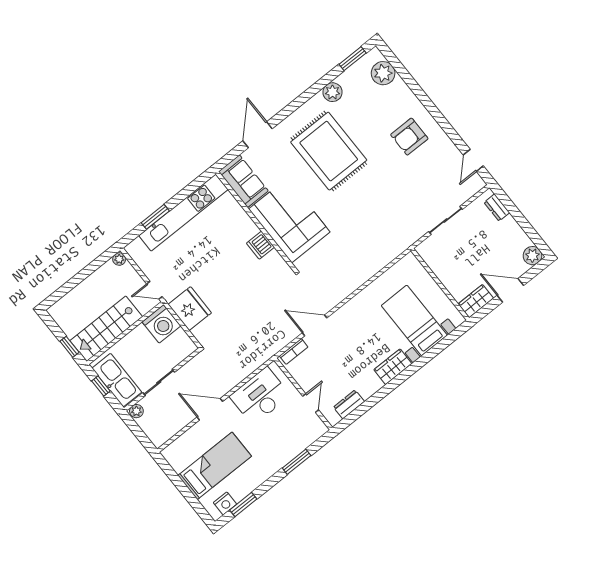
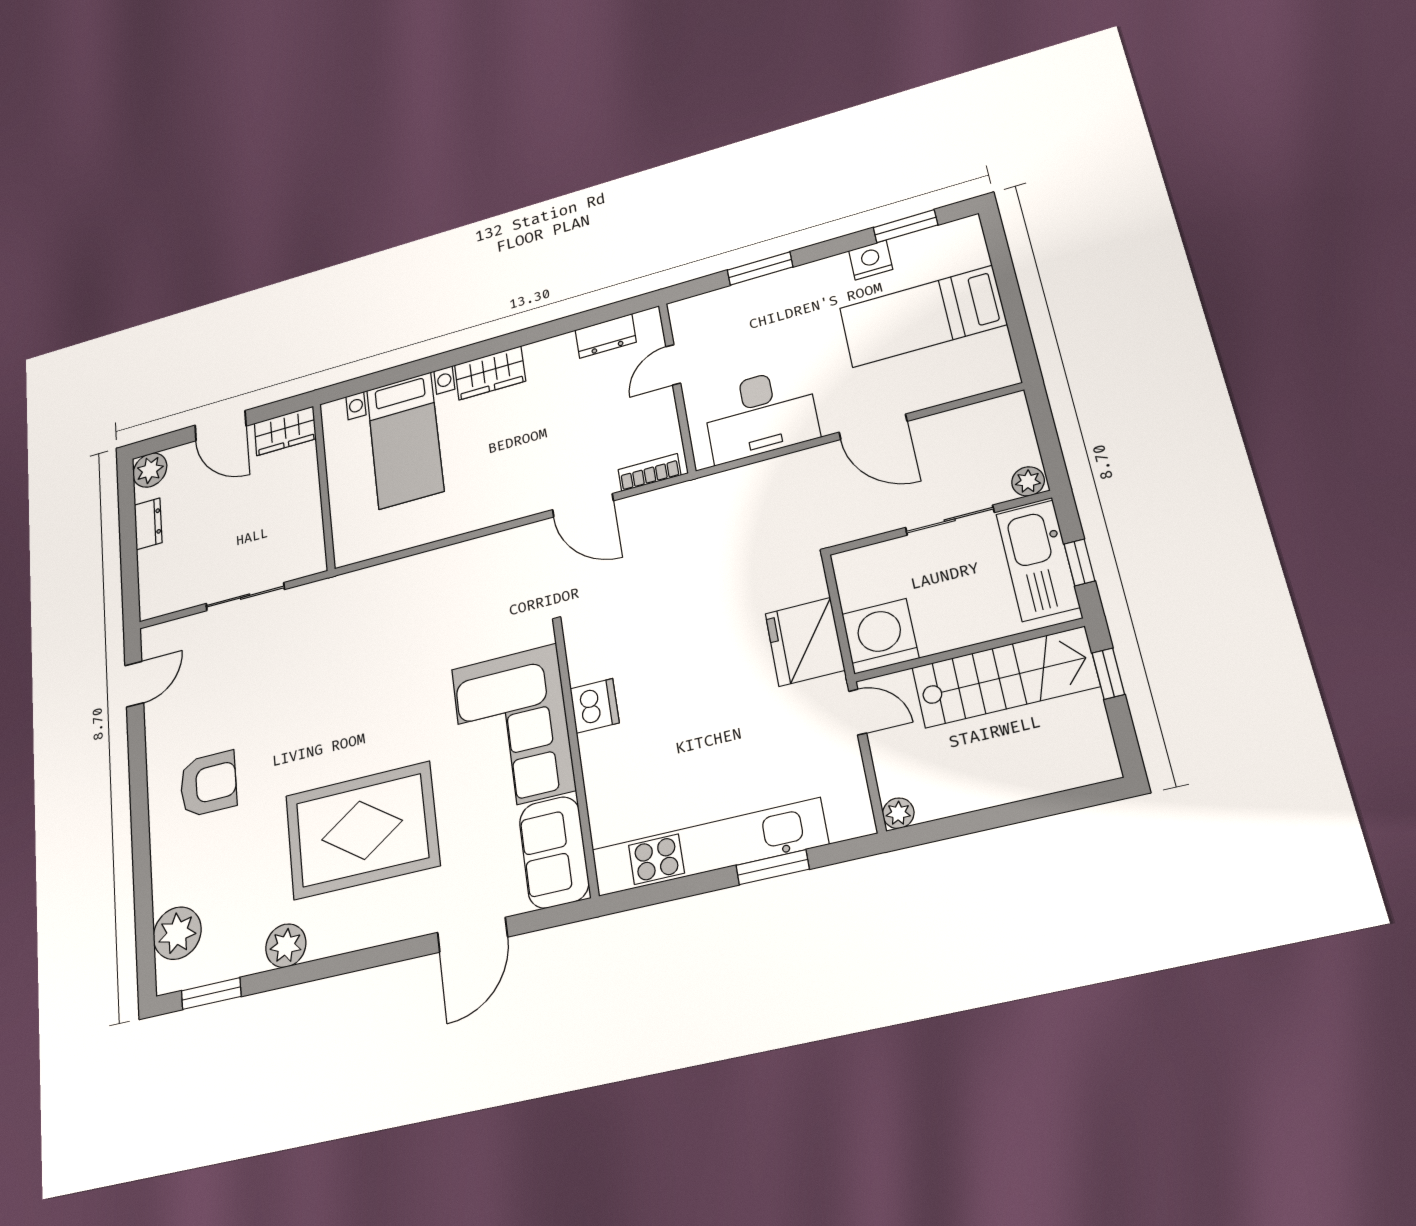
rug: (329, 151) -> (362, 830), turned 90
dresser: (497, 208) -> (148, 524), moved
nightstand: (225, 503) -> (871, 260), moved

